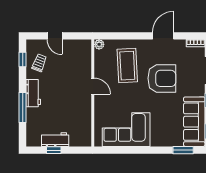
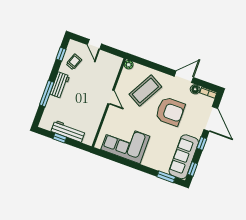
floor lamp: (180, 45) -> (195, 89), added
coffee table: (127, 66) -> (145, 91), turned 32
workbench: (55, 140) -> (68, 131), width x1.38

